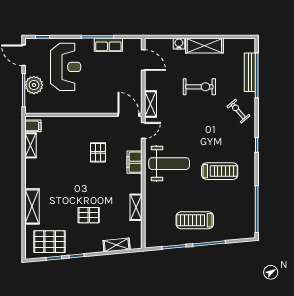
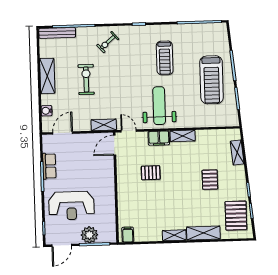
water cooler: (179, 44) -> (47, 111), moved
reception desk: (66, 67) -> (71, 206), turned 180
bench: (250, 72) -> (57, 33), moved
shelving: (31, 145) -> (174, 235), moved
treadmill: (220, 171) -> (165, 58), turned 180
shelving: (136, 207) -> (183, 136), moved
treadmill: (195, 220) -> (212, 80), width x1.37, depth x1.38

